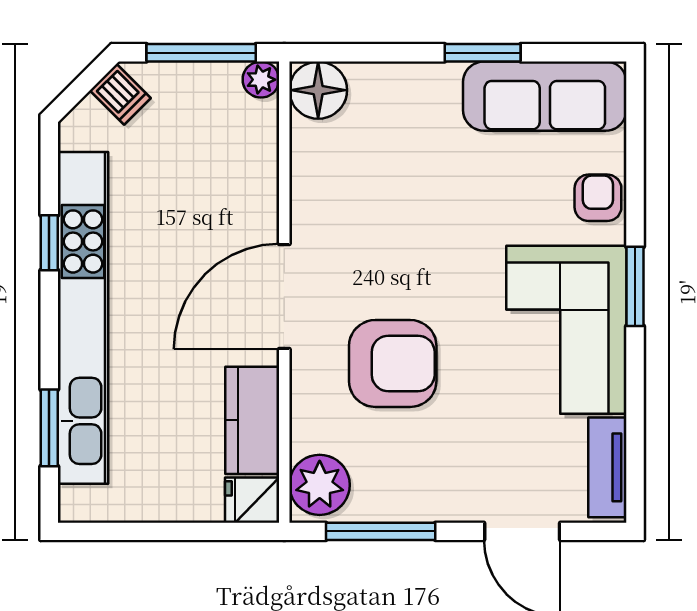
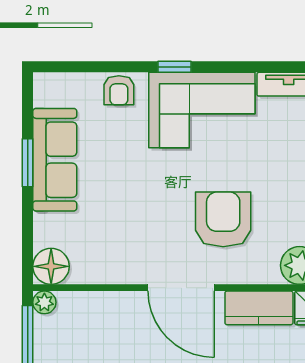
sofa: (545, 96) -> (55, 160), moved
armchair: (598, 198) -> (119, 90), turned -90
window: (635, 286) -> (175, 67), width x0.67

